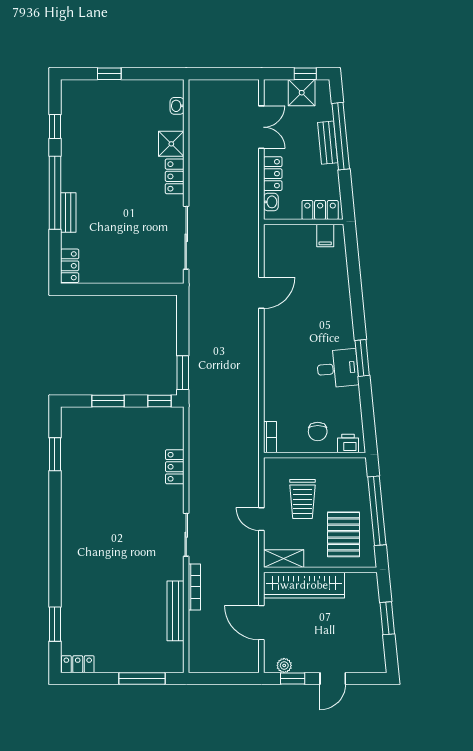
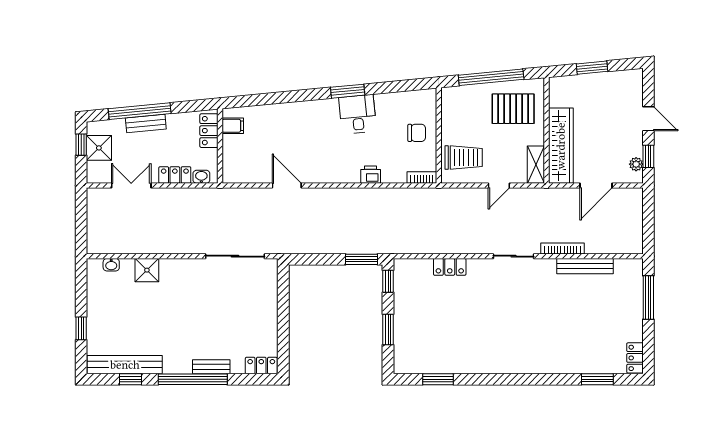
bench: (71, 120) -> (125, 365), added
locker: (175, 176) -> (177, 267), removed
printer: (348, 443) -> (371, 175), moved, turned 90
trolley: (302, 499) -> (464, 157), moved

